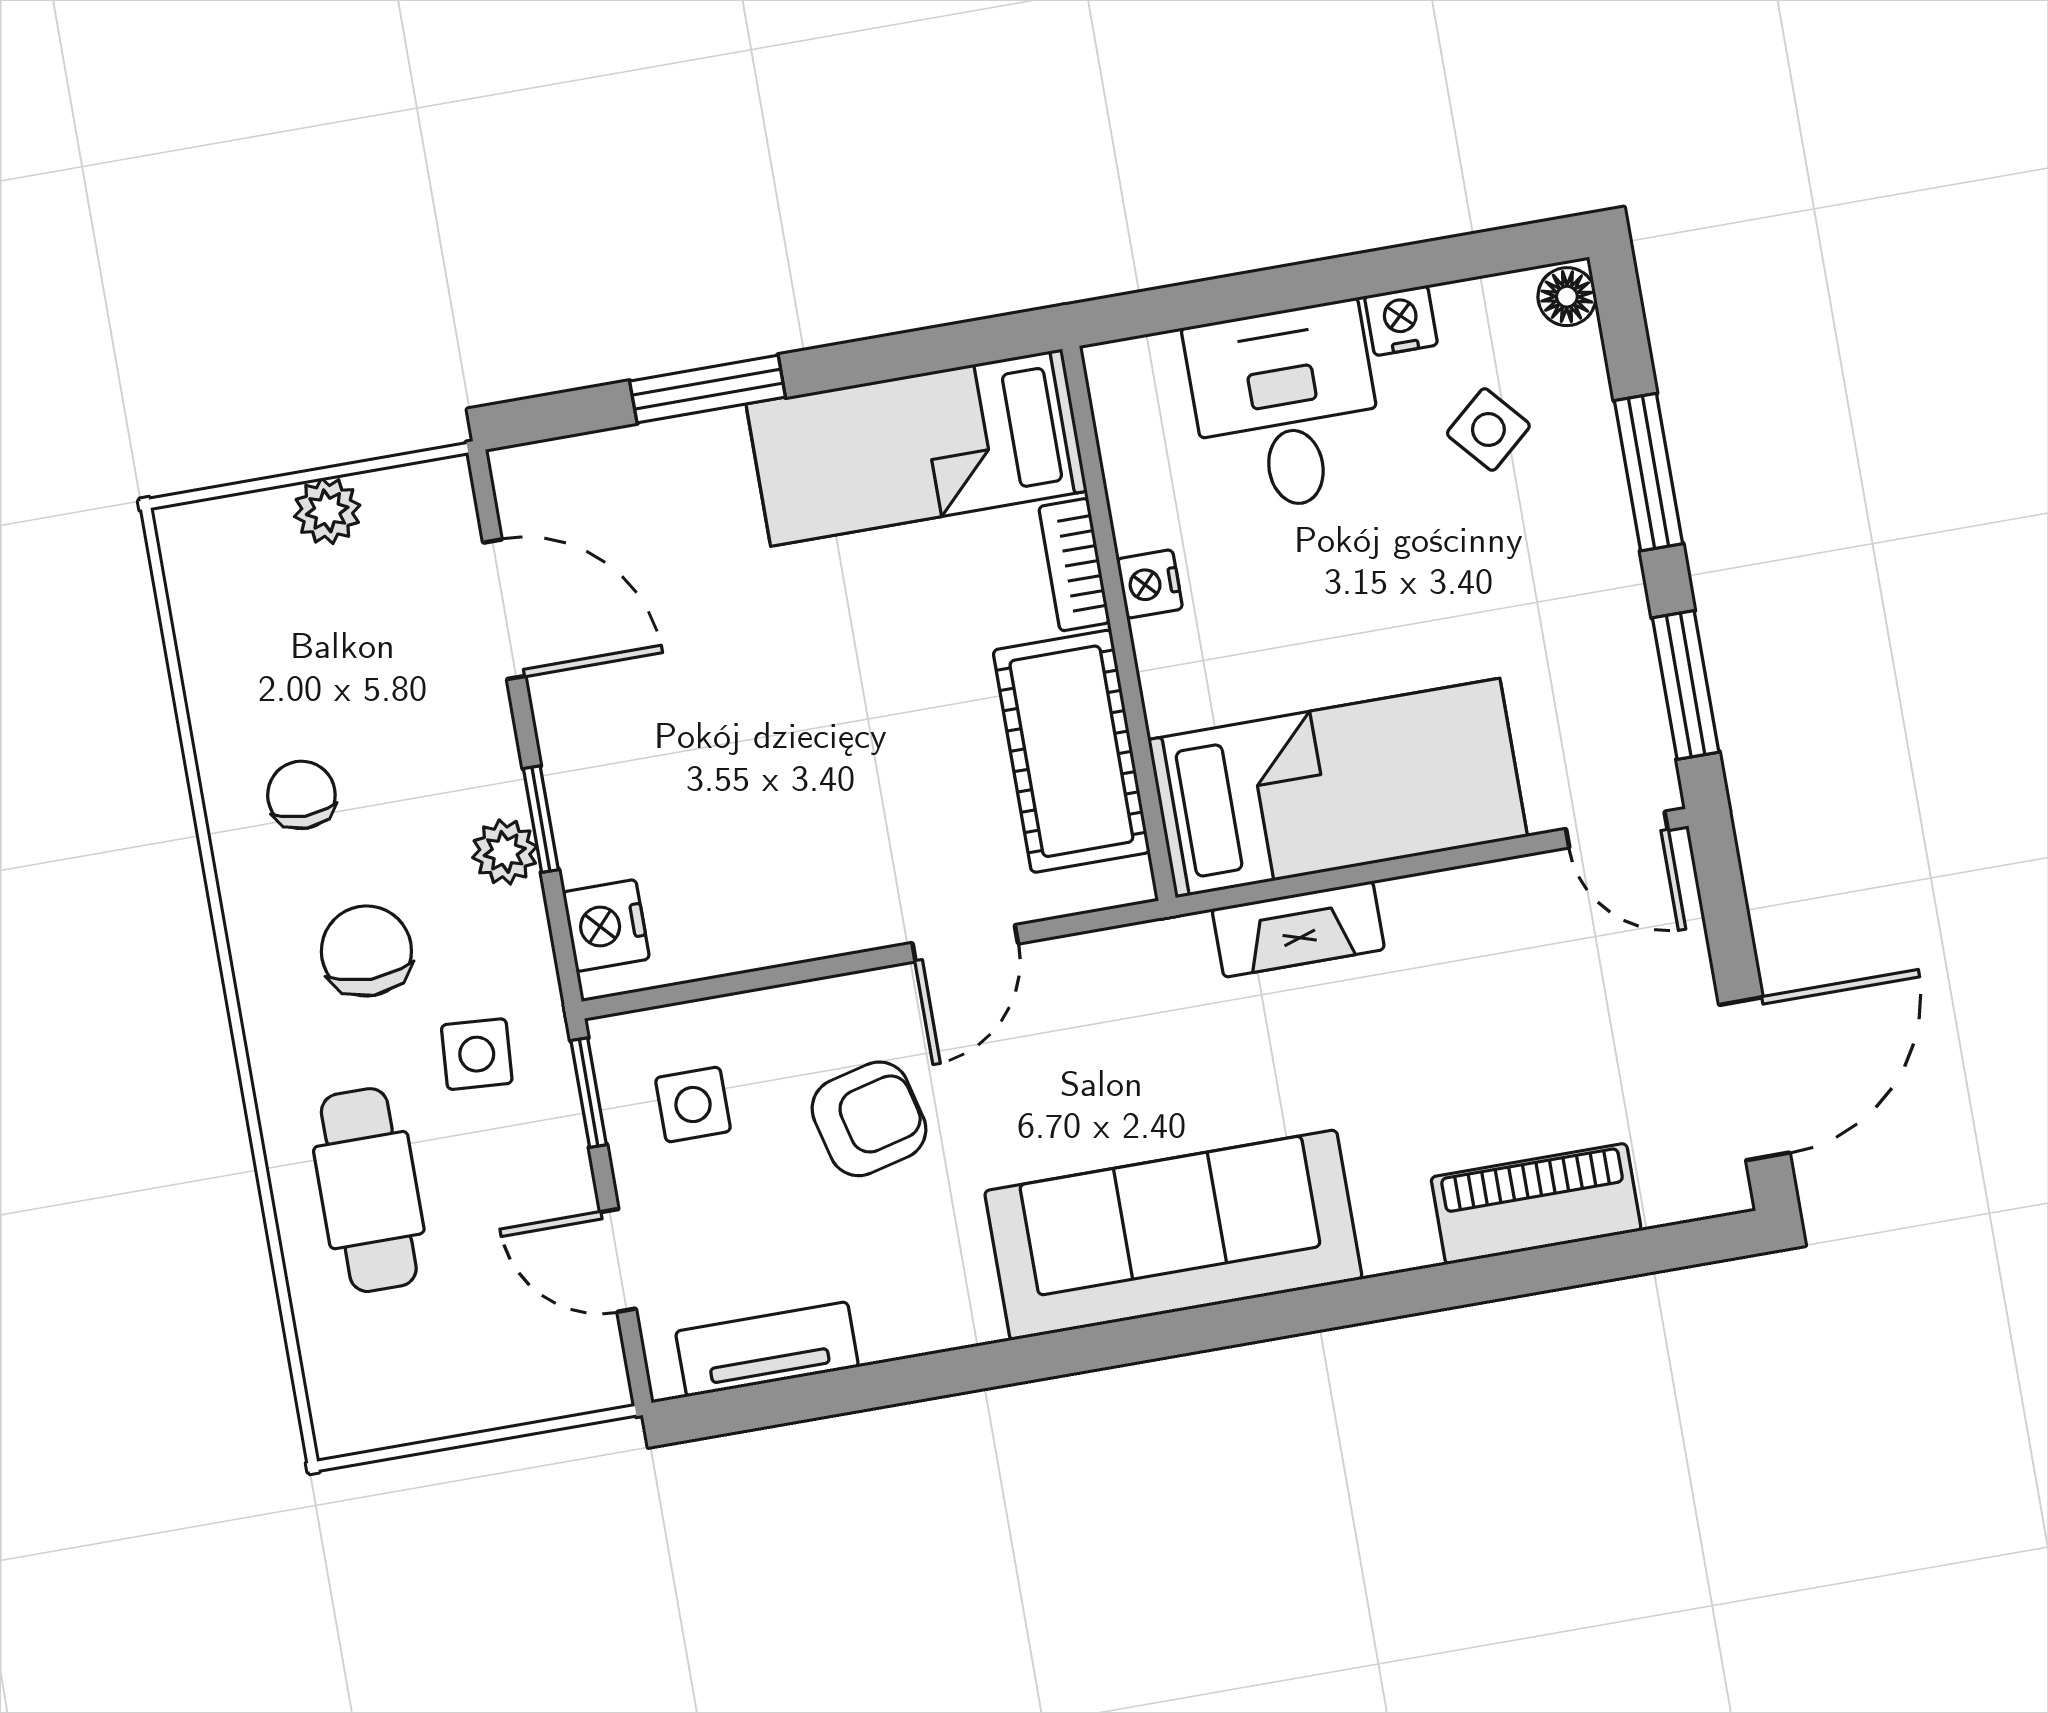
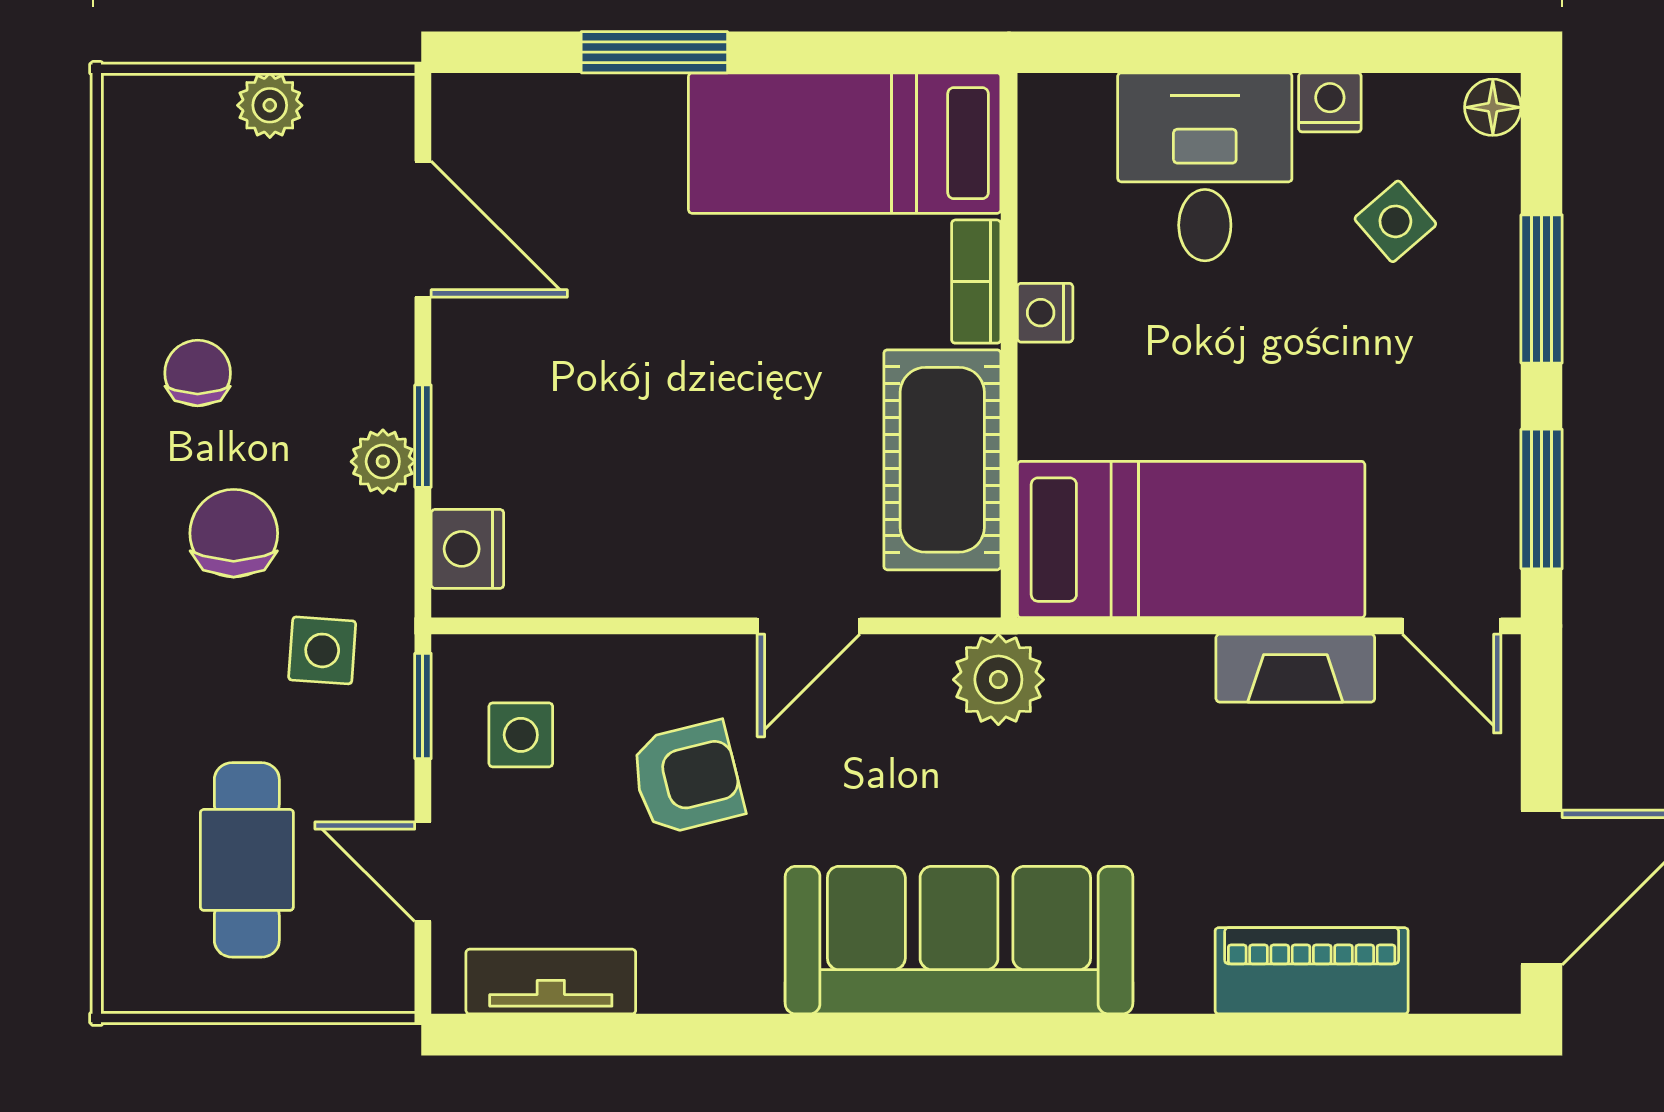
fireplace: (1298, 929) -> (1295, 668), moved
plant: (1167, 964) -> (998, 680), added
cafe table: (369, 1190) -> (247, 860), moved

